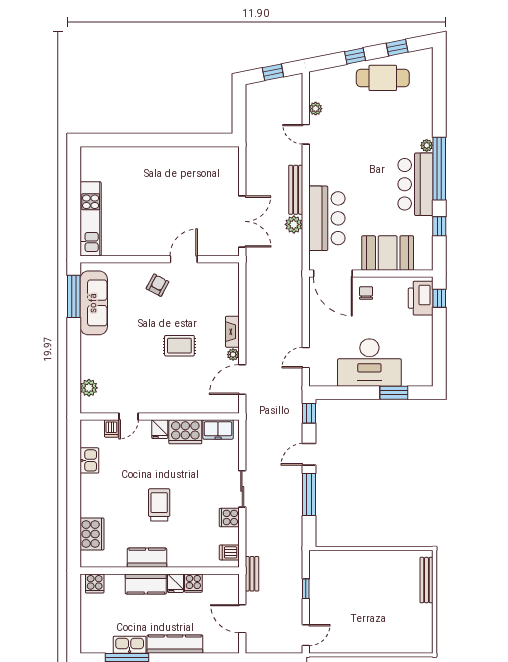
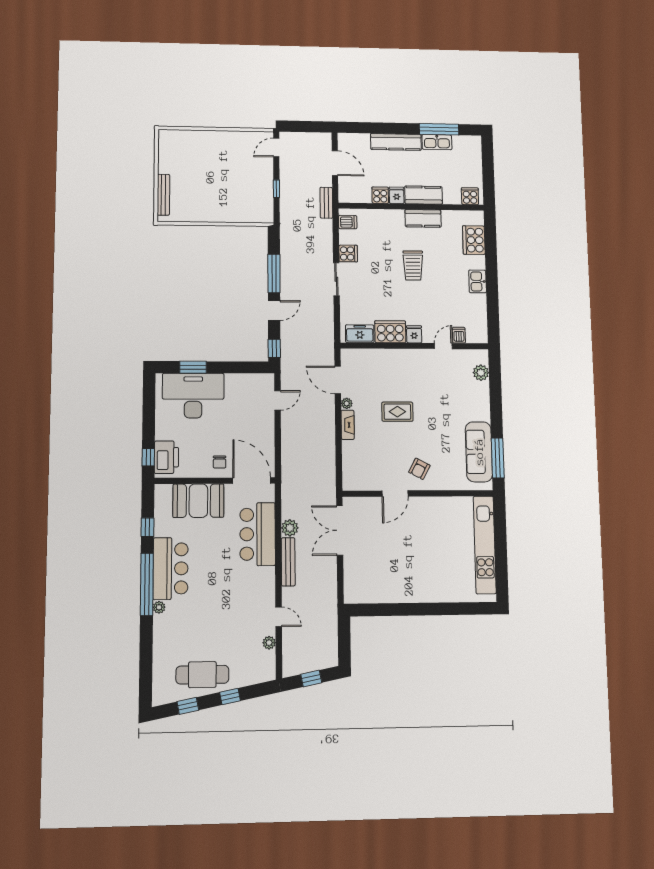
kitchen unit: (91, 219) -> (485, 545), width x1.36
desk: (369, 363) -> (193, 396), moved
door: (242, 380) -> (338, 380), swing flipped
kitchen sink: (89, 460) -> (478, 281), moved

